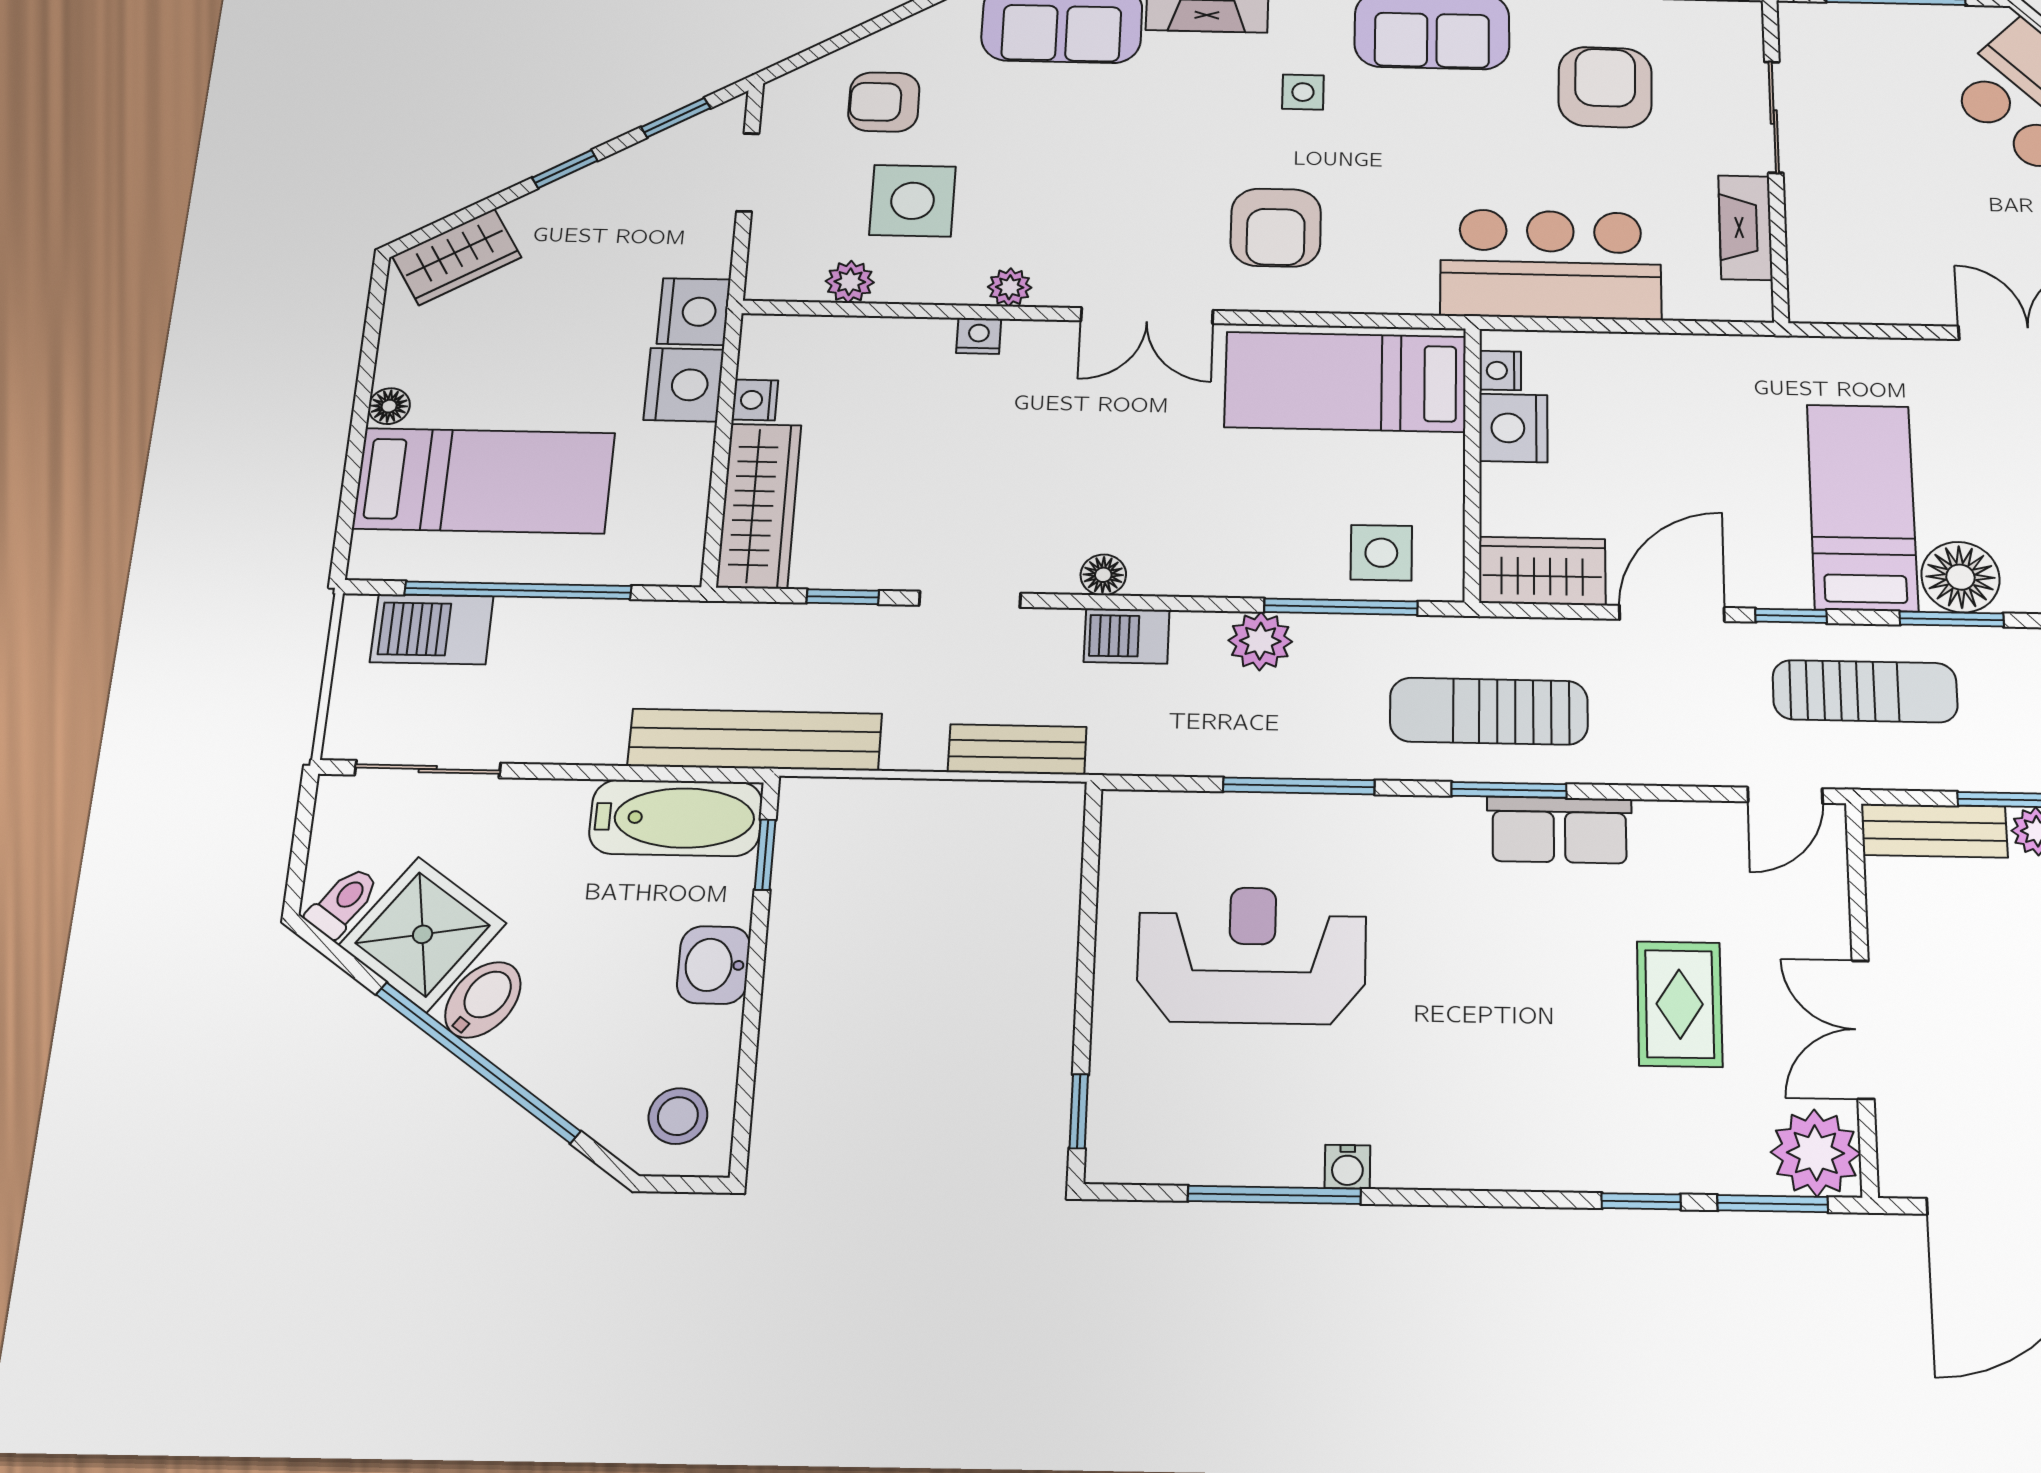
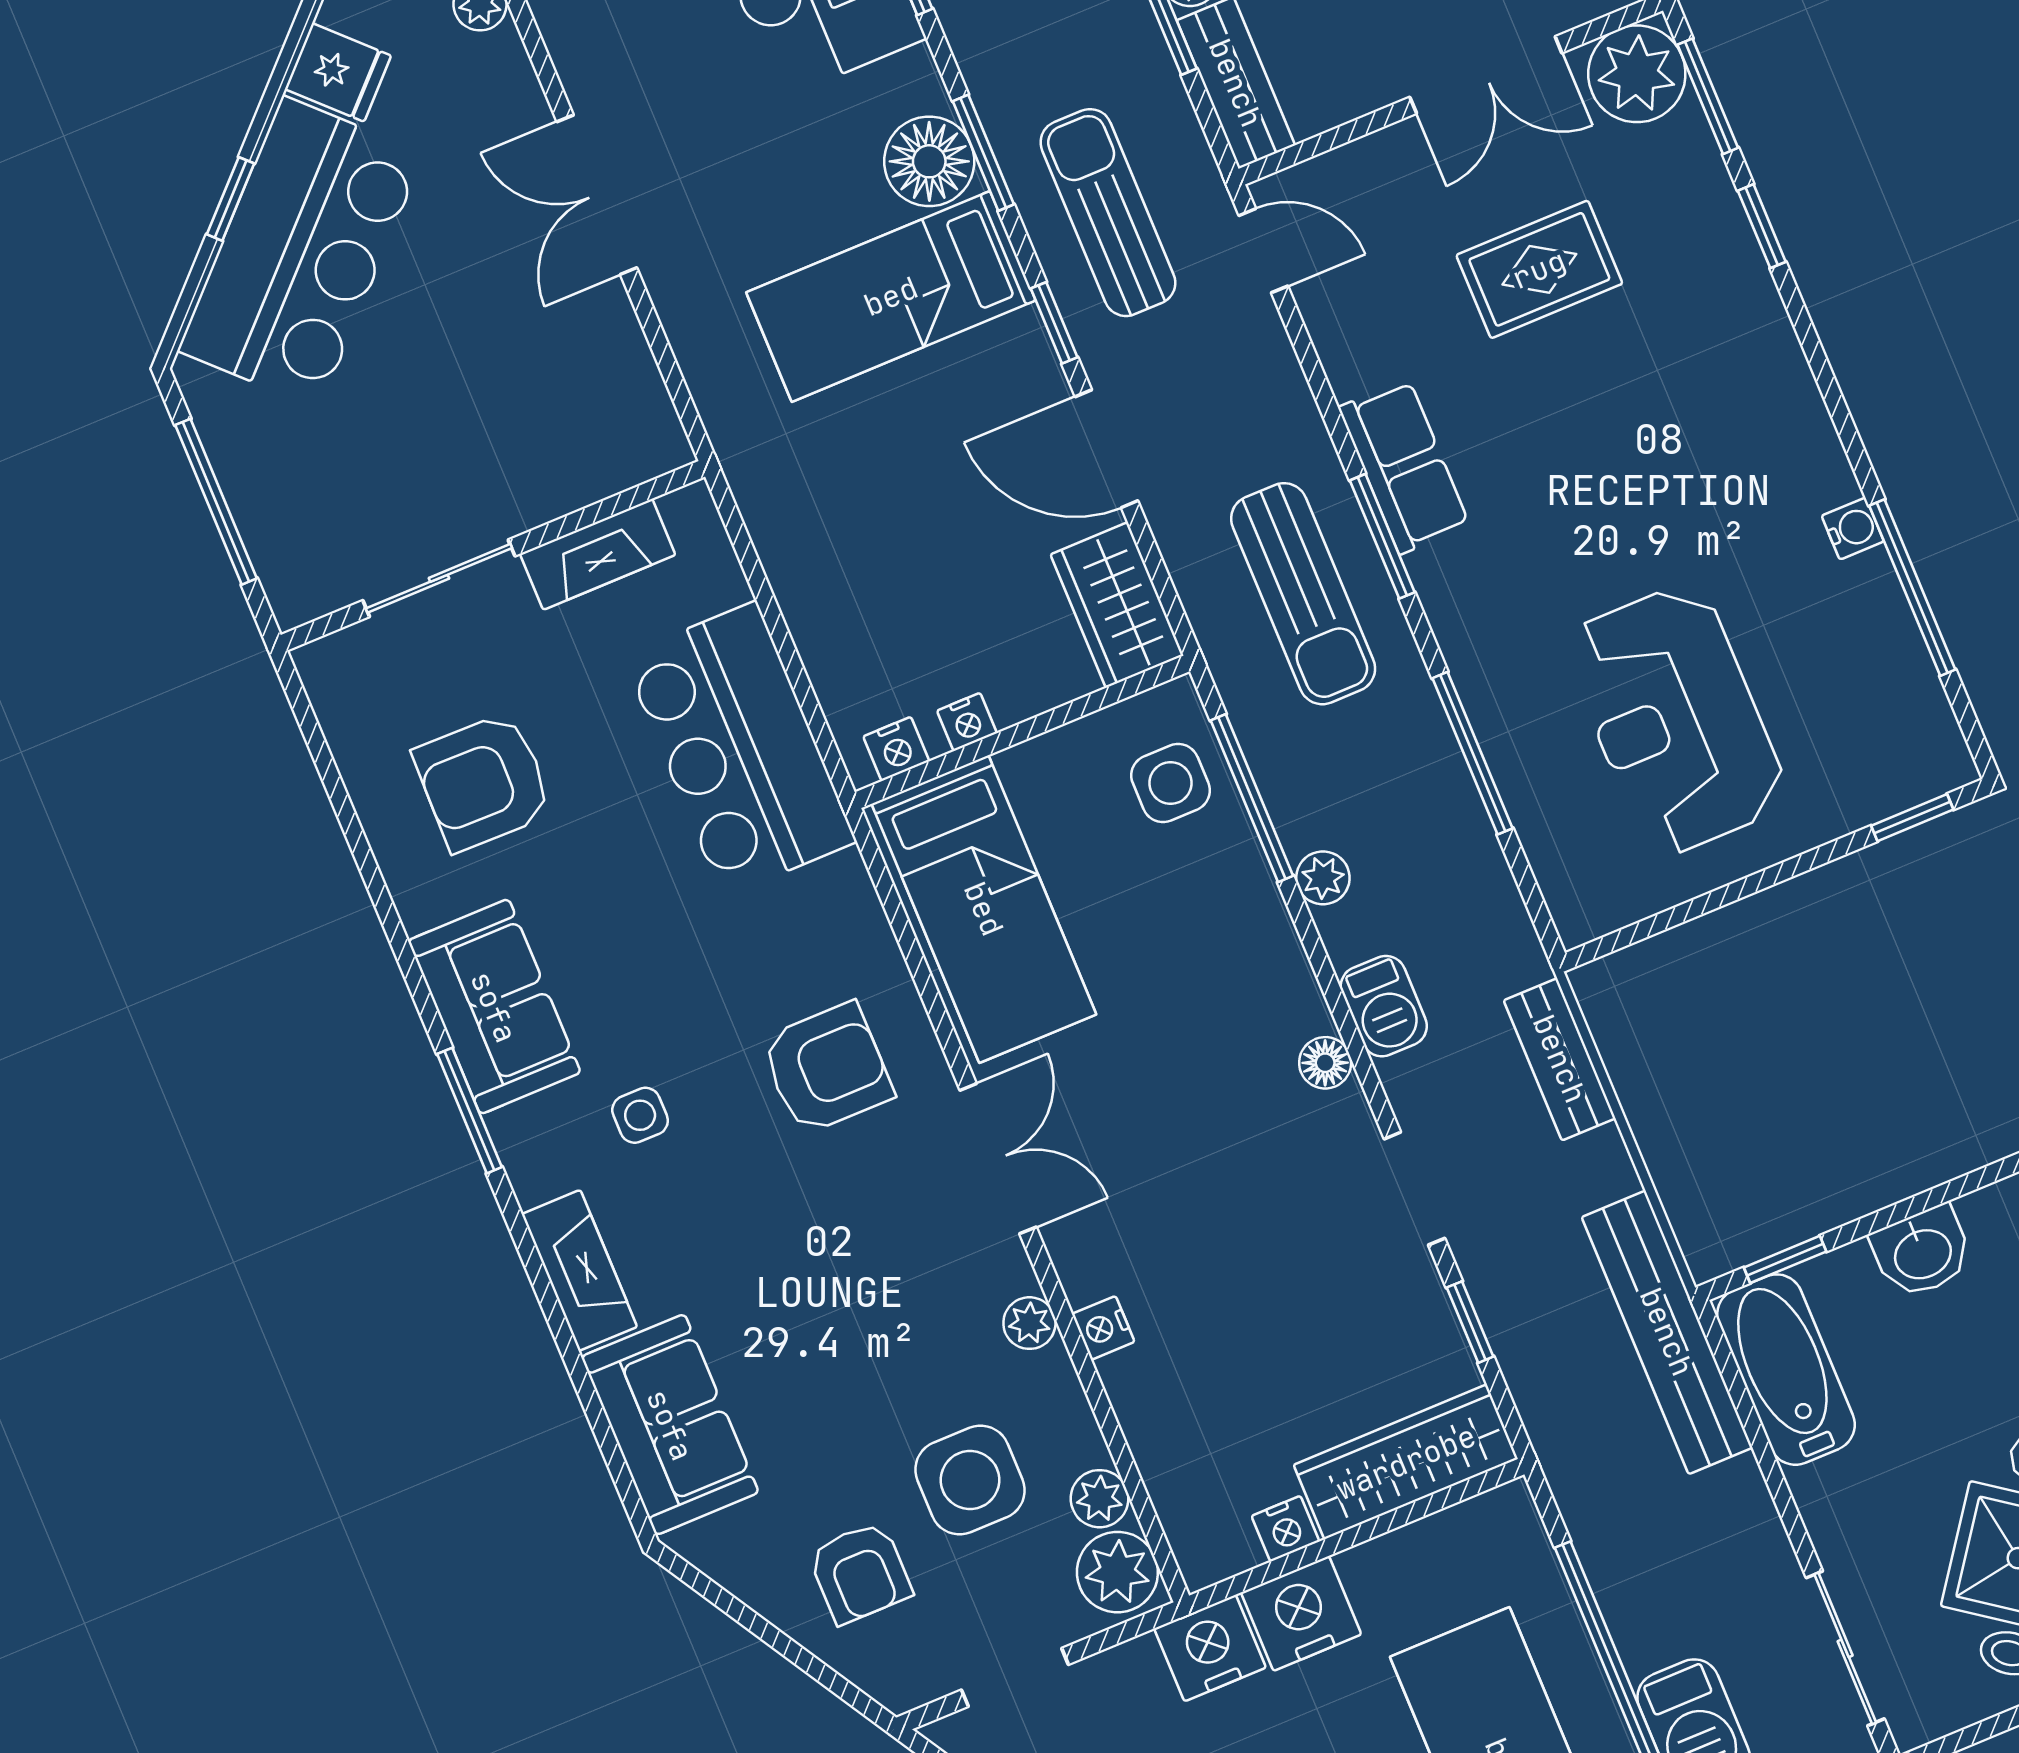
plant: (787, 272) -> (1117, 1572), added
nightstand: (1513, 428) -> (967, 722), width x0.53, depth x0.56
plant: (1260, 641) -> (1323, 878), width x0.73, depth x0.73

